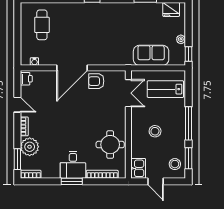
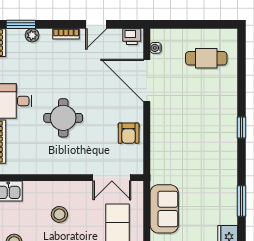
door: (72, 68) -> (147, 80), moved
armchair: (96, 81) -> (129, 133), turned 180
round table: (110, 145) -> (63, 118), moved
plant: (30, 147) -> (32, 35), width x0.53, depth x0.53

